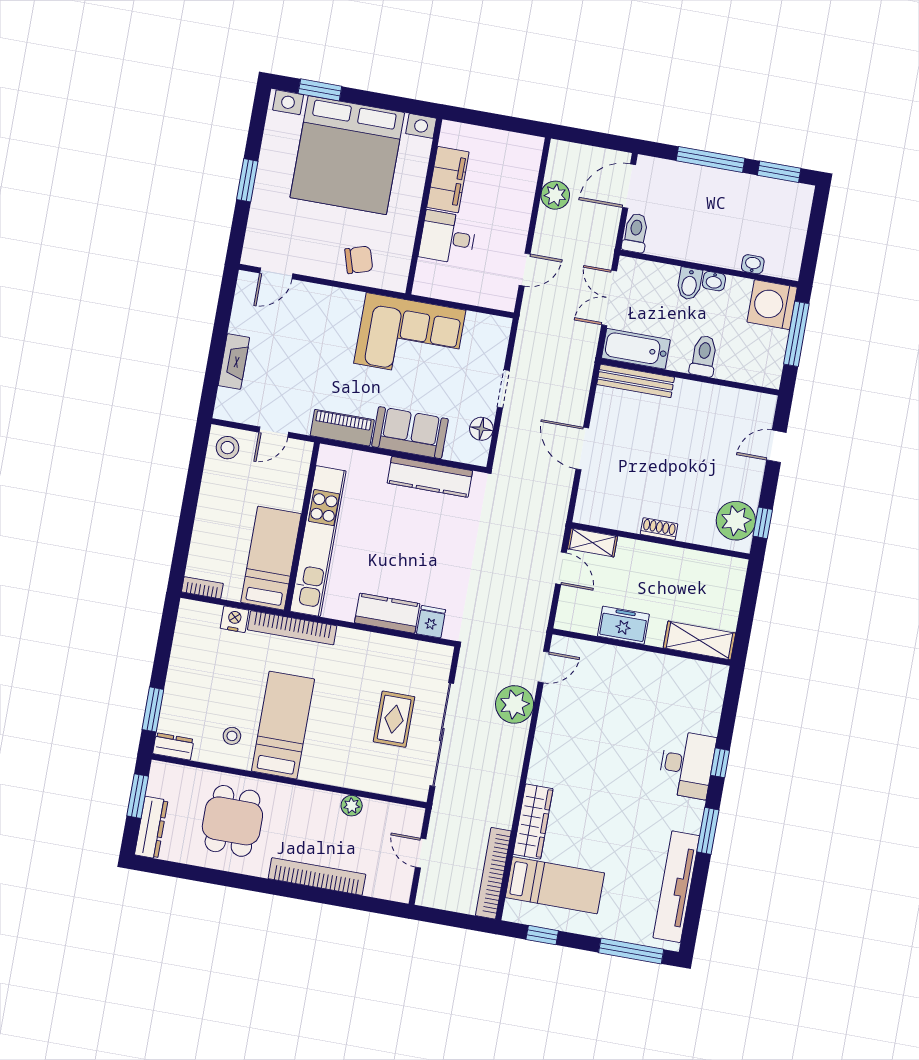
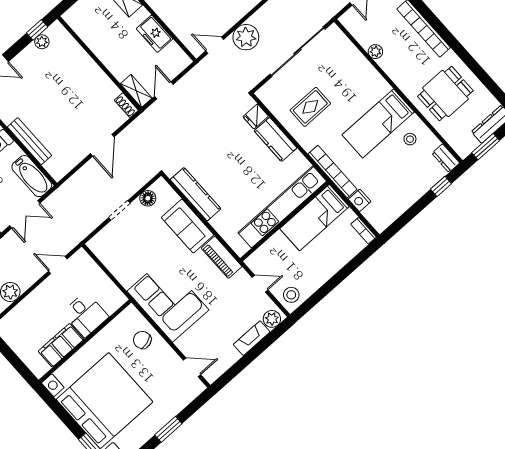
corner sofa: (410, 337) -> (168, 301), moved
bench: (636, 381) -> (30, 141), moved
plant: (228, 402) -> (272, 319), added
plant: (736, 521) -> (42, 42), width x0.53, depth x0.53
shoe rack: (659, 529) -> (126, 105), moved
window: (153, 709) -> (441, 186), width x0.67
rug: (394, 719) -> (310, 107), moved

